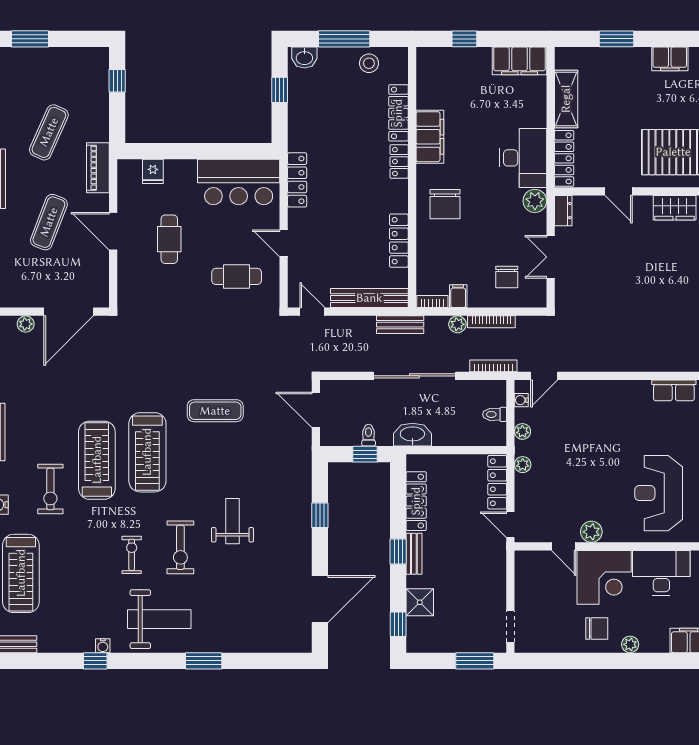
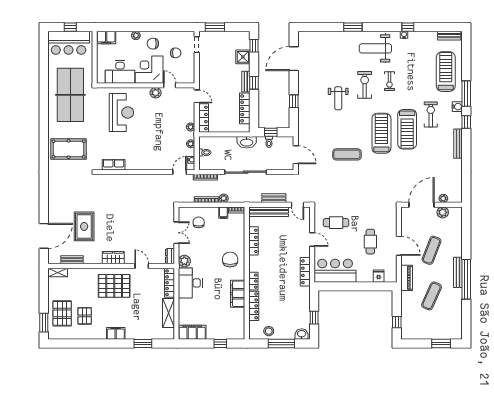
plant: (27, 297) -> (443, 212), added
bench: (400, 325) -> (274, 198), moved
chair: (552, 610) -> (176, 53), added

